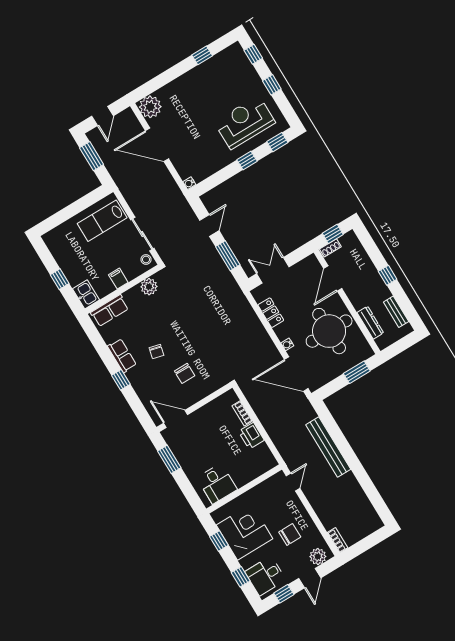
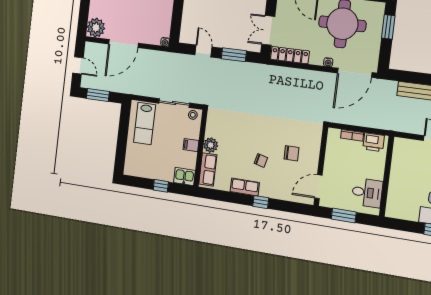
plant: (149, 287) -> (211, 145), moved
locker: (271, 313) -> (290, 55), width x1.53
desk: (217, 484) -> (367, 193), moved
wall: (244, 489) -> (387, 176), moved

